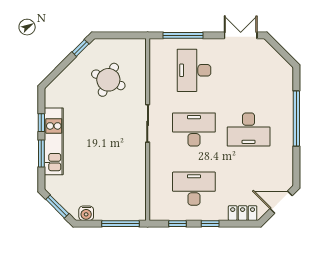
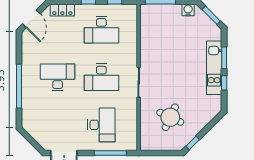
door: (281, 202) -> (31, 19), hinge flipped

